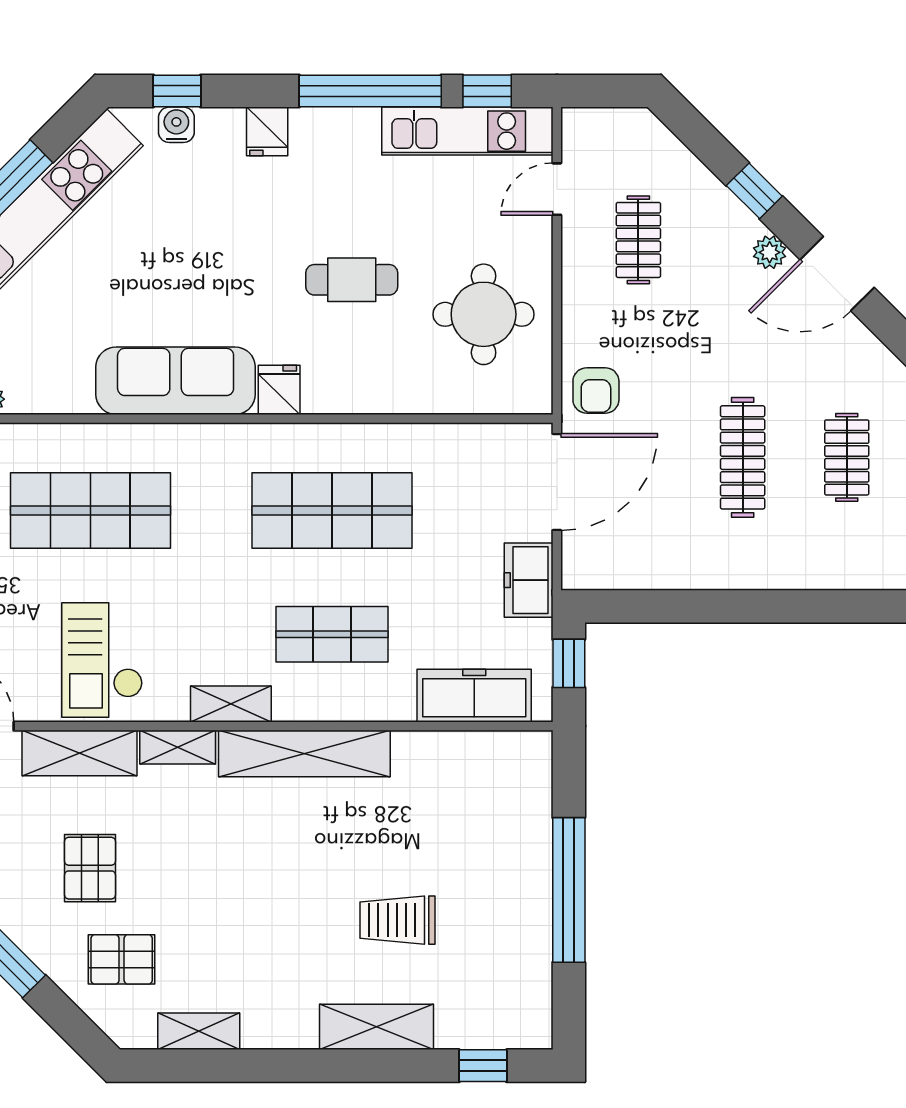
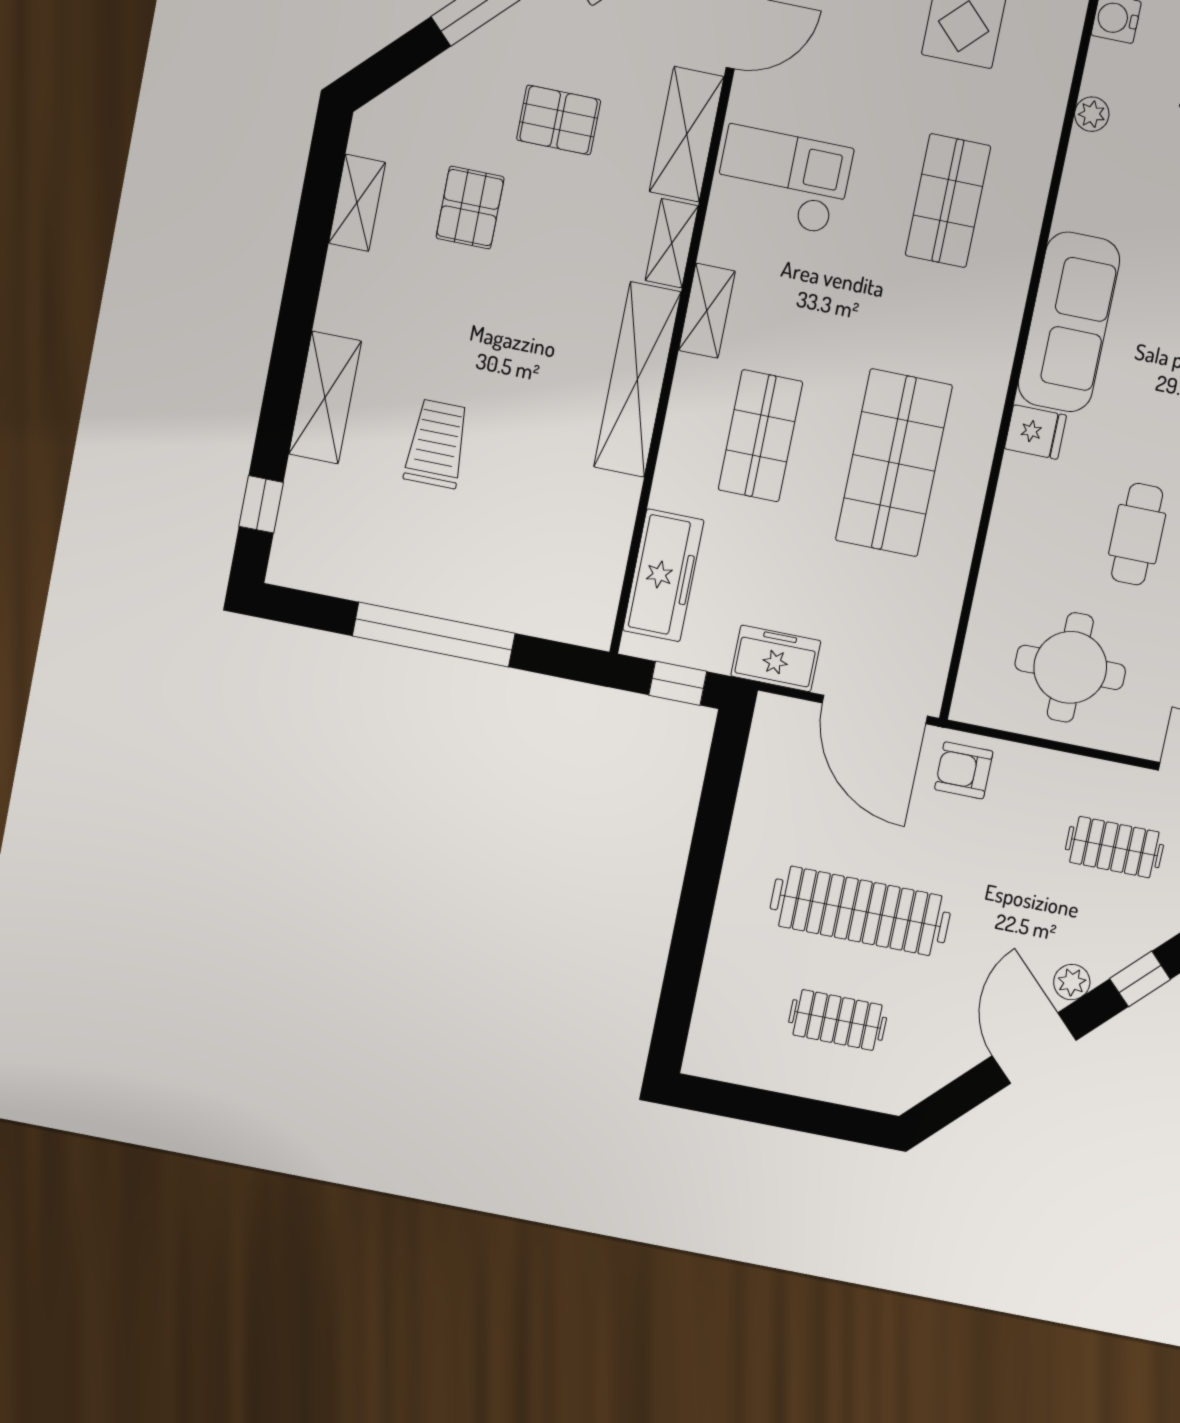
clothes rail: (743, 457) -> (860, 911), width x1.37, depth x1.31
shop shelf: (91, 510) -> (948, 201), width x0.70, depth x0.74
pallet: (122, 959) -> (470, 208), moved

